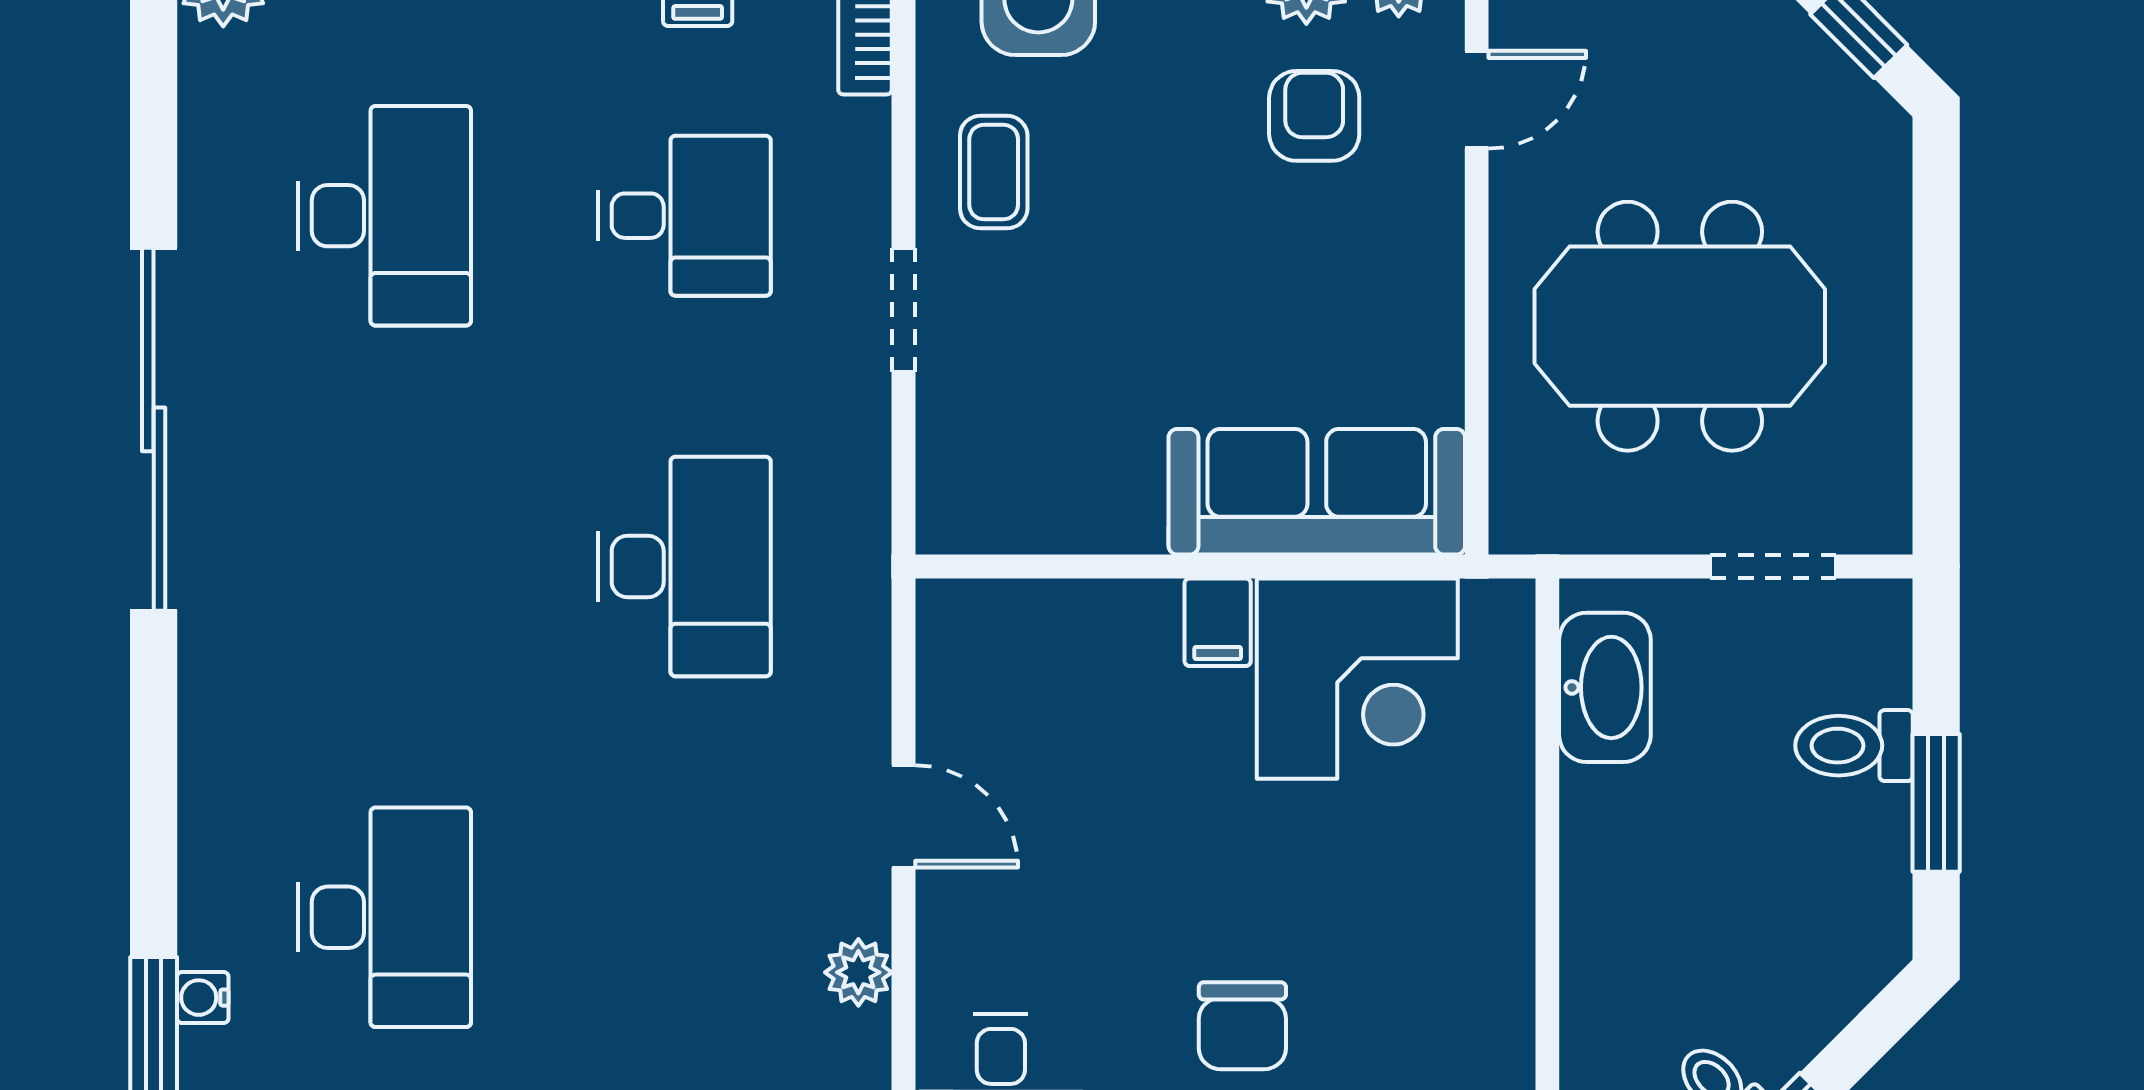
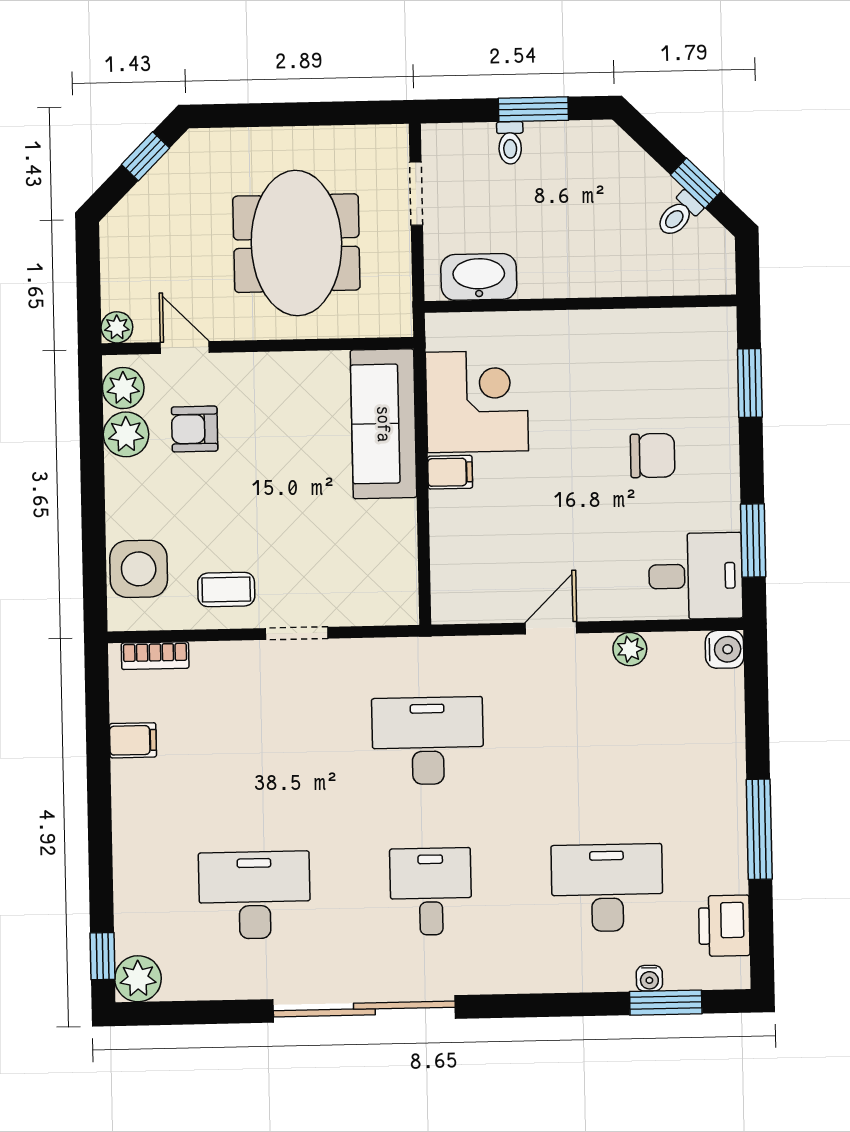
desk: (684, 216) -> (431, 891), moved
toilet: (1854, 746) -> (510, 143), width x0.73, depth x0.72

